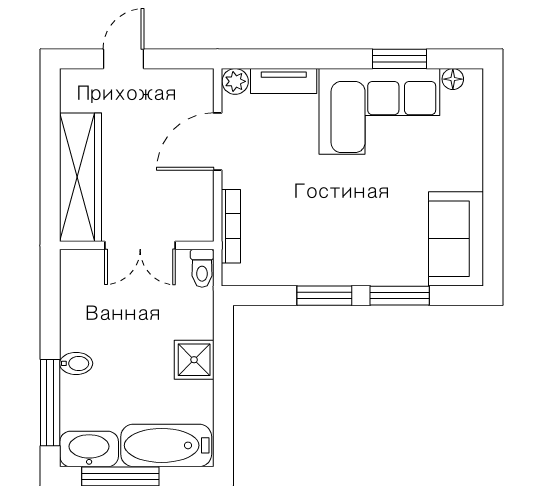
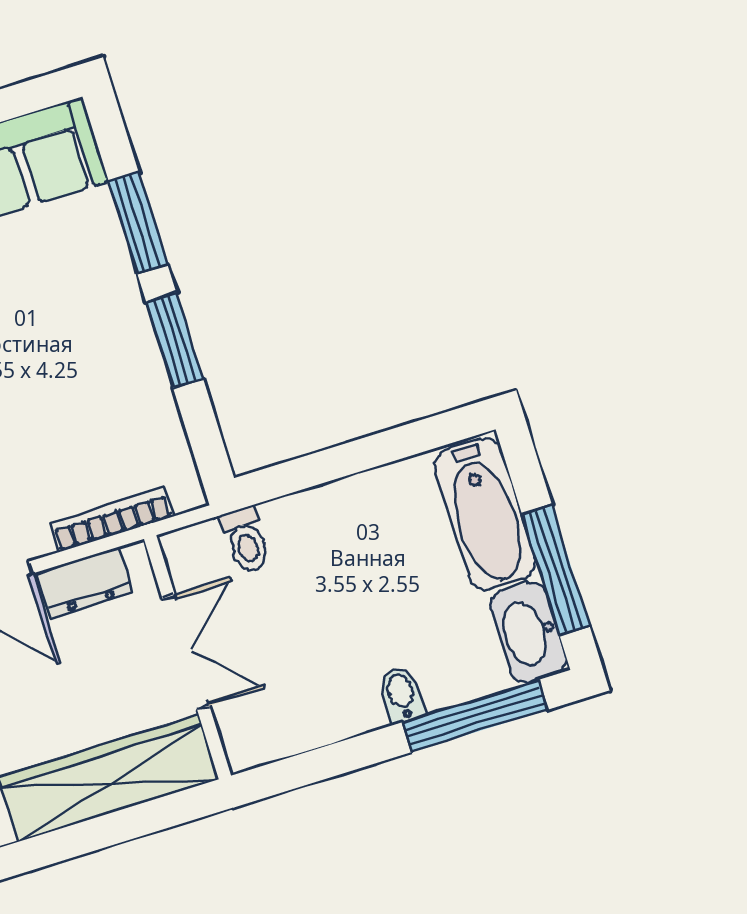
dresser: (199, 199) -> (85, 582), added
toilet: (202, 268) -> (246, 540), moved, turned 90
shower: (194, 360) -> (338, 512), removed

